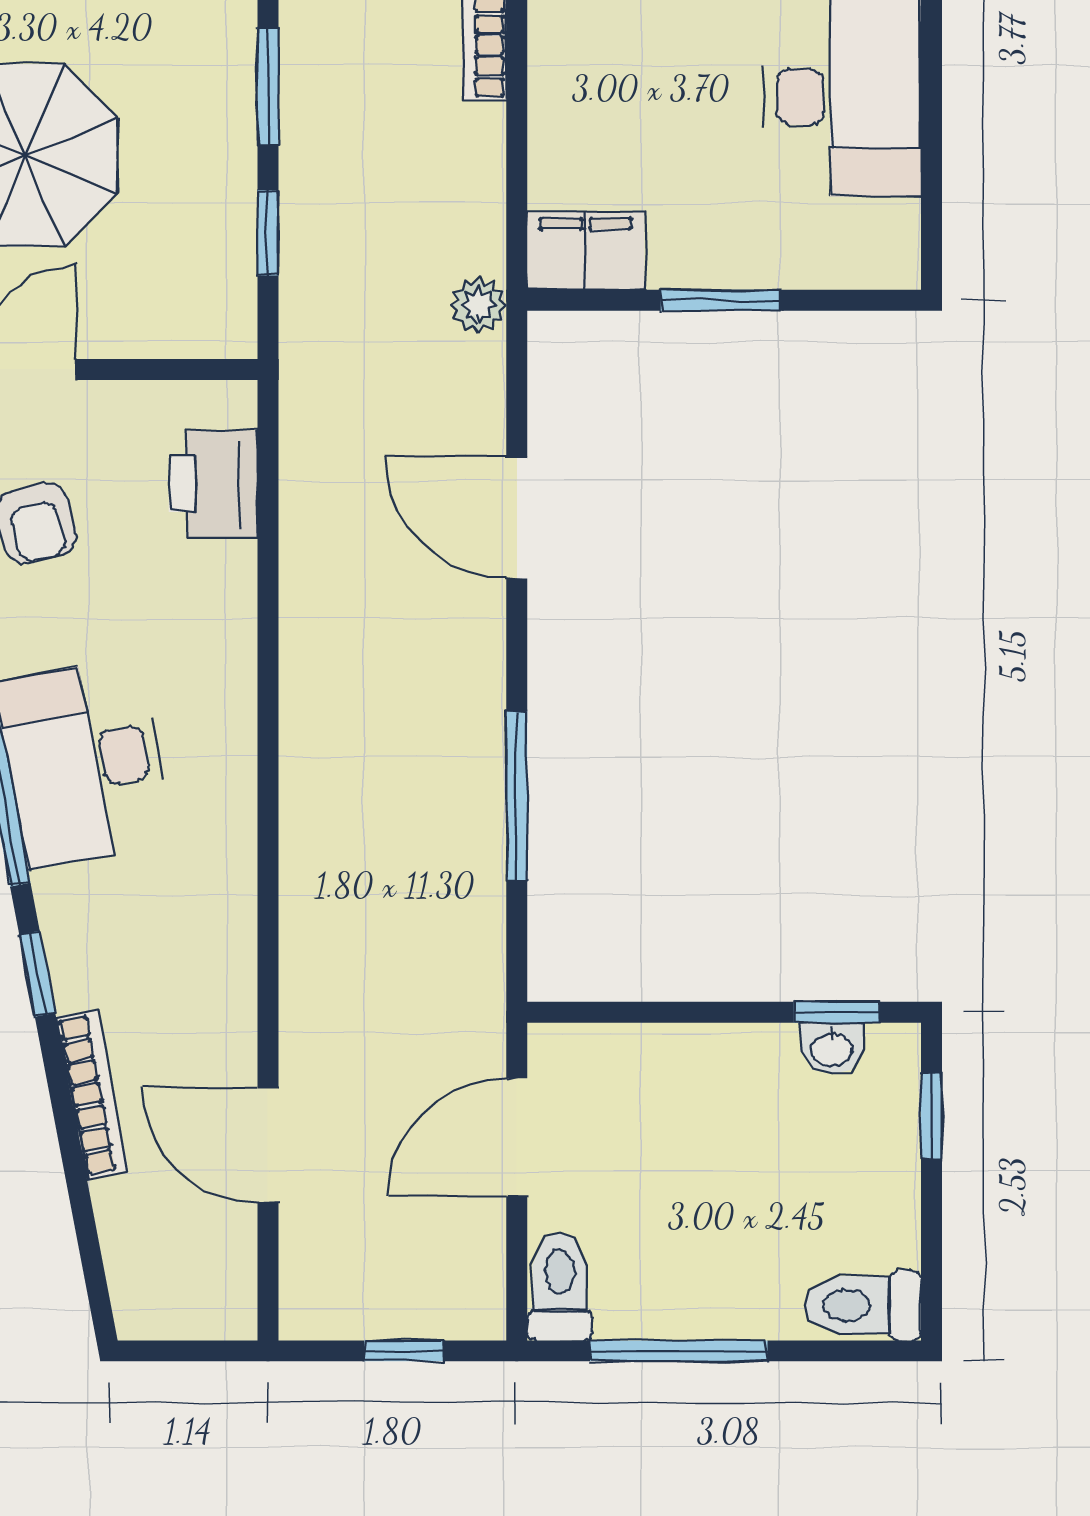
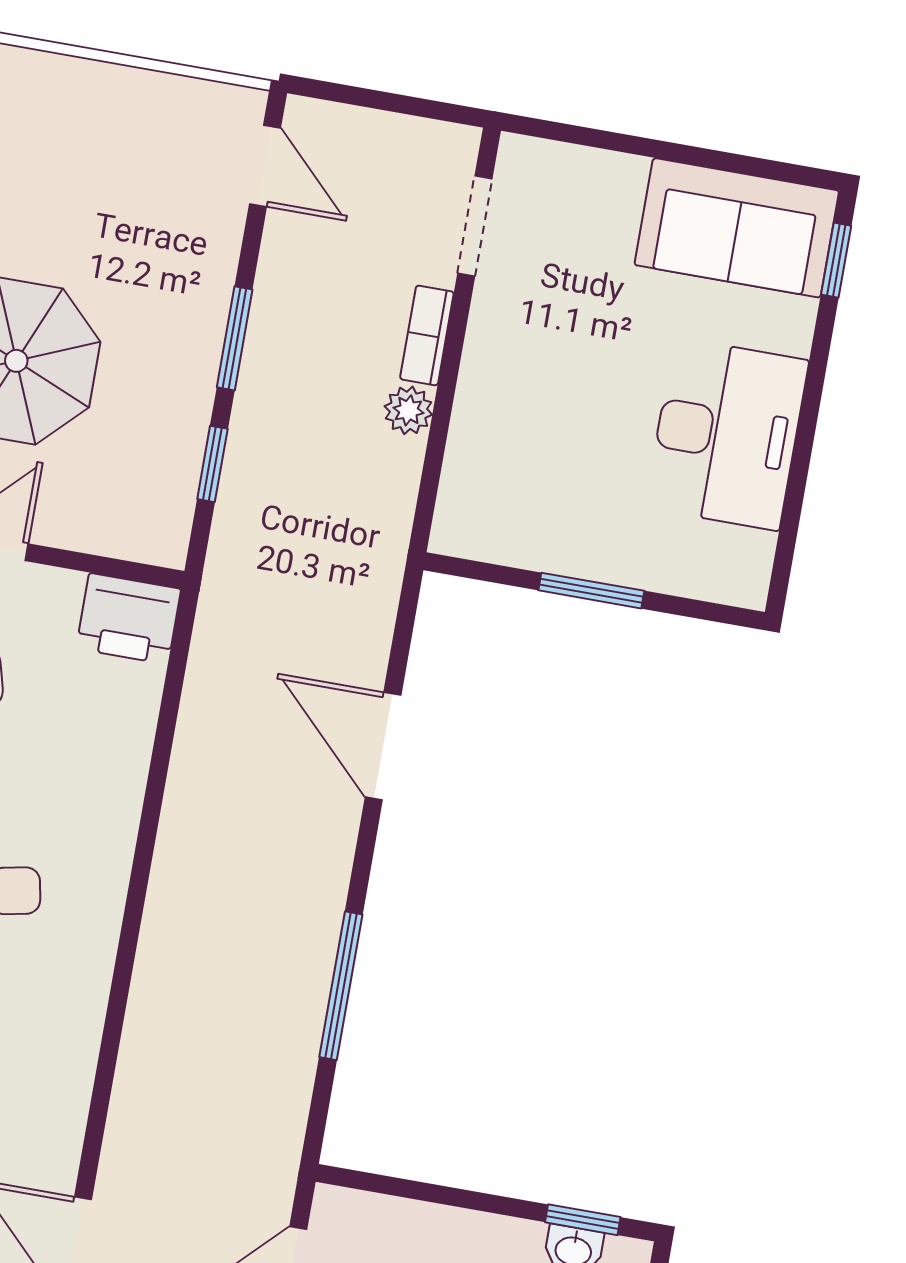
filing cabinet: (586, 251) -> (483, 528), removed
plant: (478, 305) -> (408, 410), moved
printer: (213, 484) -> (129, 619), moved, turned -90

